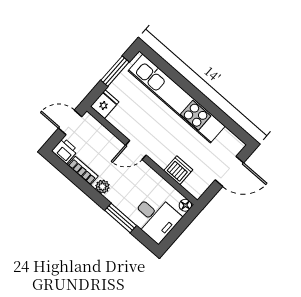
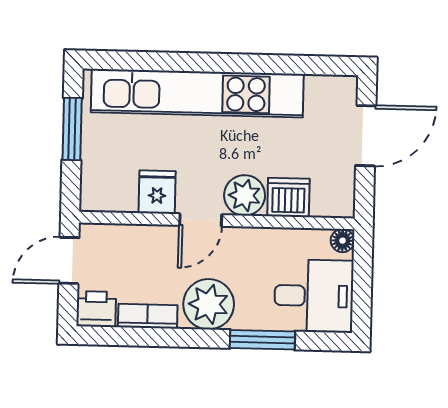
fridge: (105, 104) -> (157, 192), moved
plant: (161, 155) -> (245, 195), added
plant: (102, 187) -> (209, 304), width x1.88, depth x1.88

